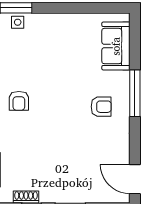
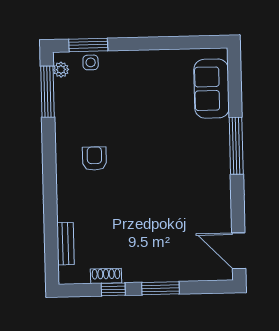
armchair: (19, 101) -> (94, 159), turned 180
armchair: (101, 107) -> (195, 163), removed

